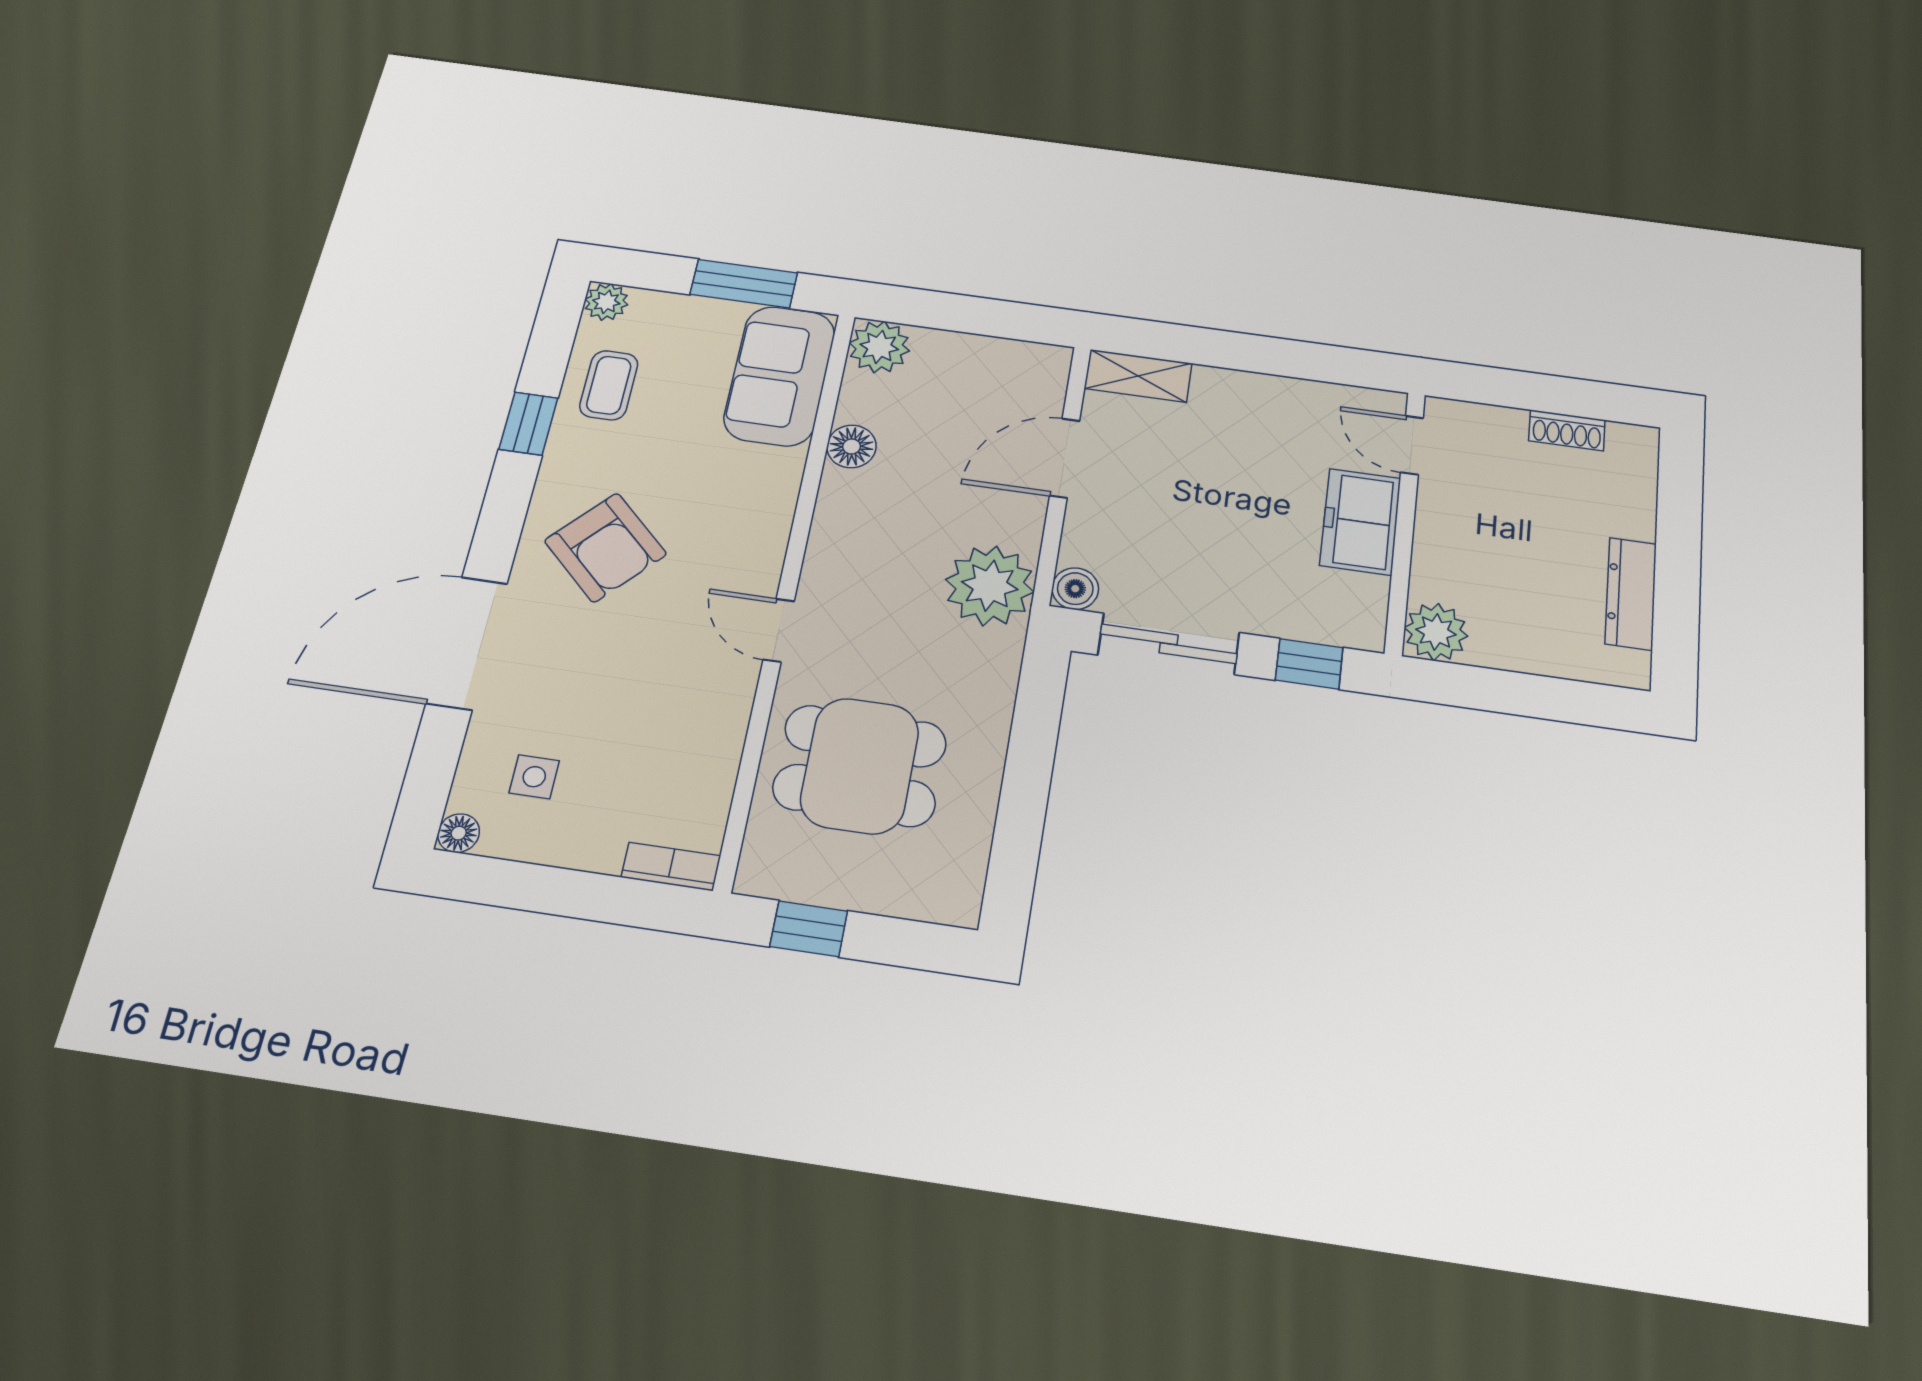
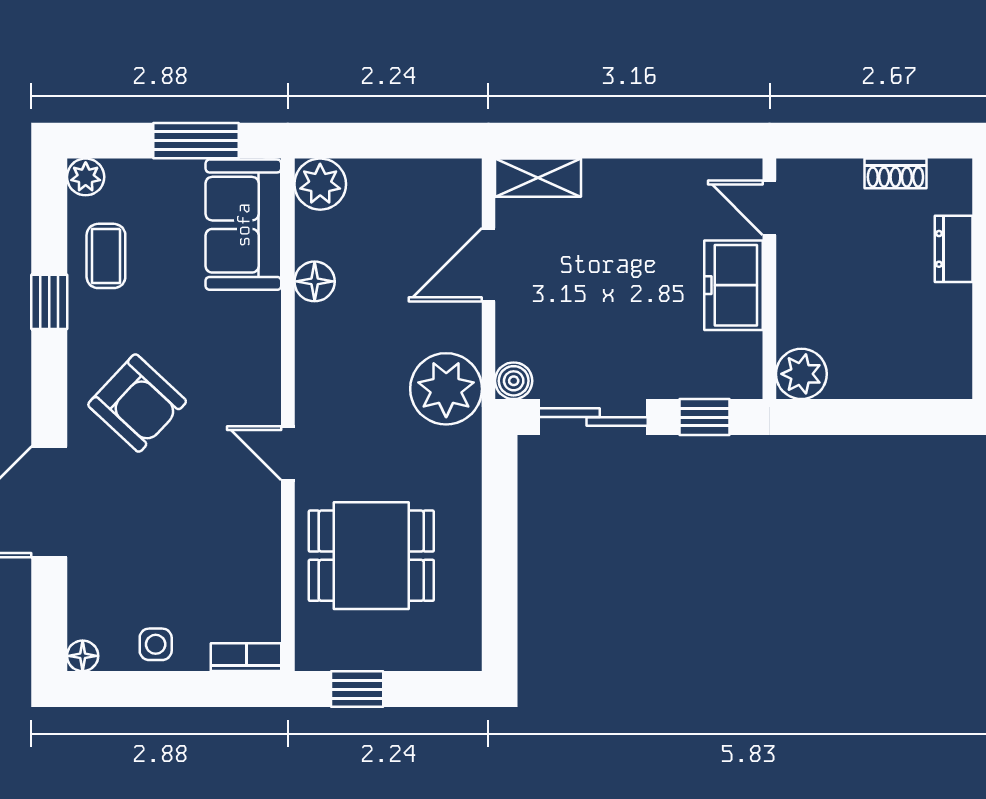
dresser: (1631, 594) -> (954, 249), moved, width x0.70
side table: (534, 777) -> (156, 644), moved

